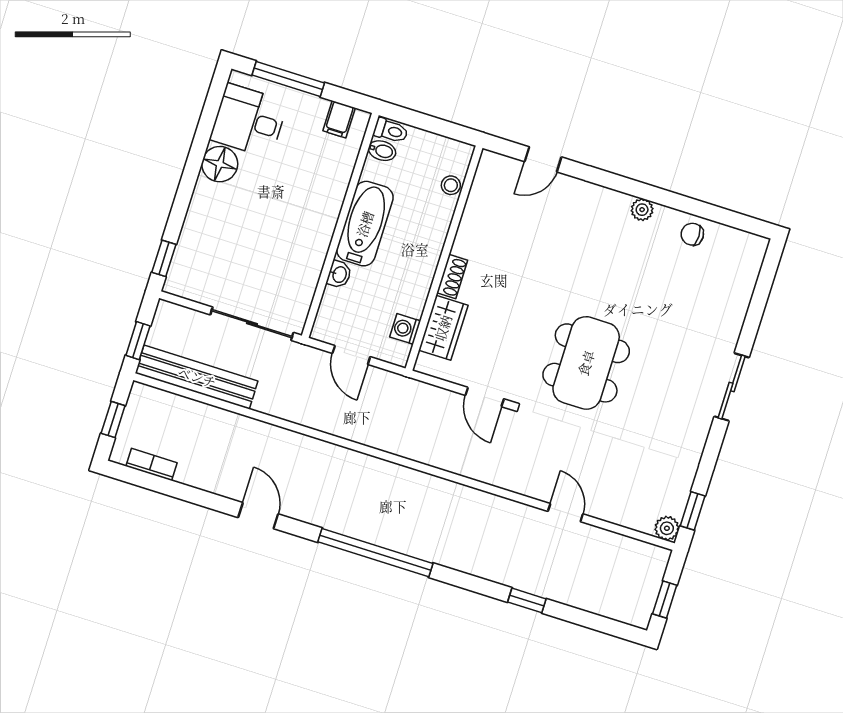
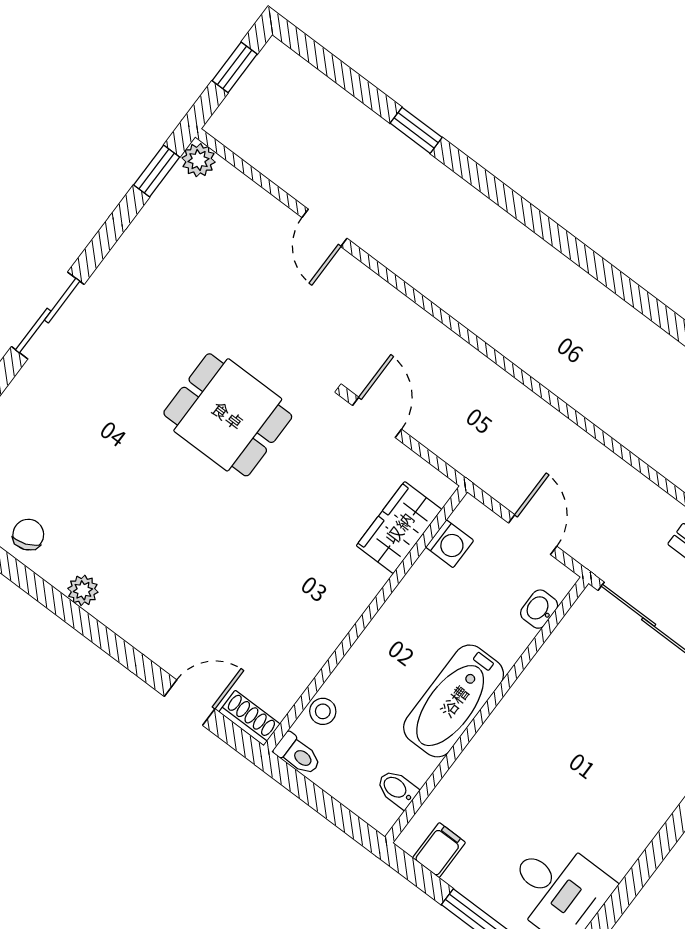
toilet: (391, 131) -> (298, 754), moved, turned 180
floor lamp: (220, 164) -> (617, 847), removed
chair: (692, 234) -> (28, 535), turned -111
washbasin: (339, 274) -> (539, 609), moved
shoe rack: (452, 277) -> (249, 718), moved, turned 90
dining table: (586, 363) -> (228, 415), width x0.73
window: (375, 553) -> (593, 264), removed

